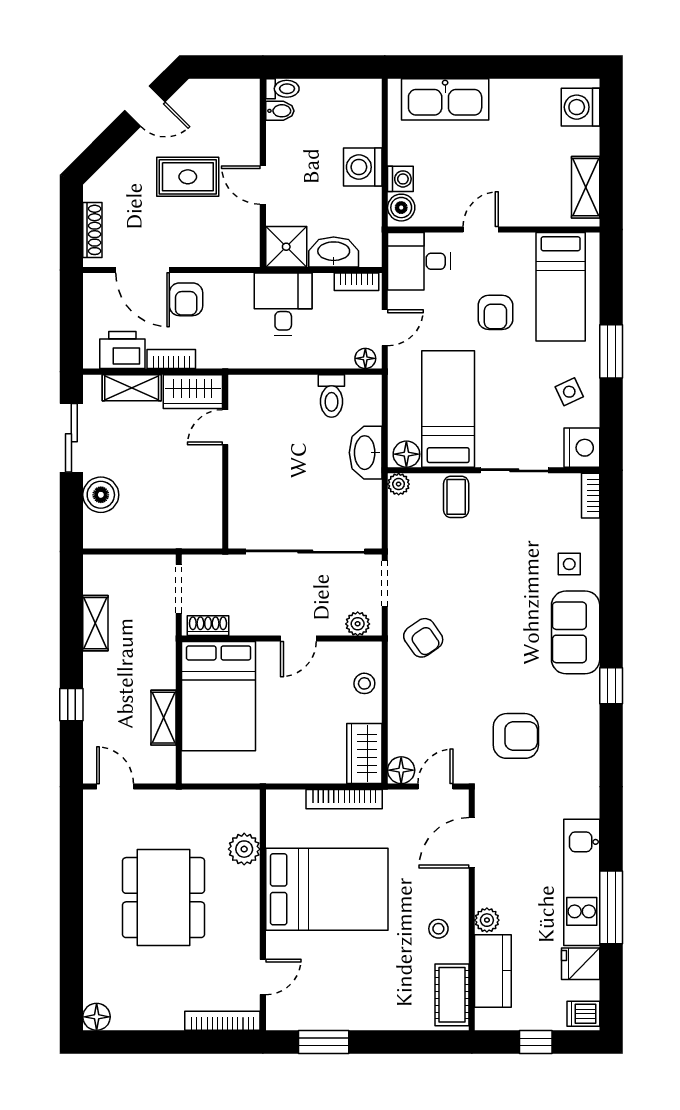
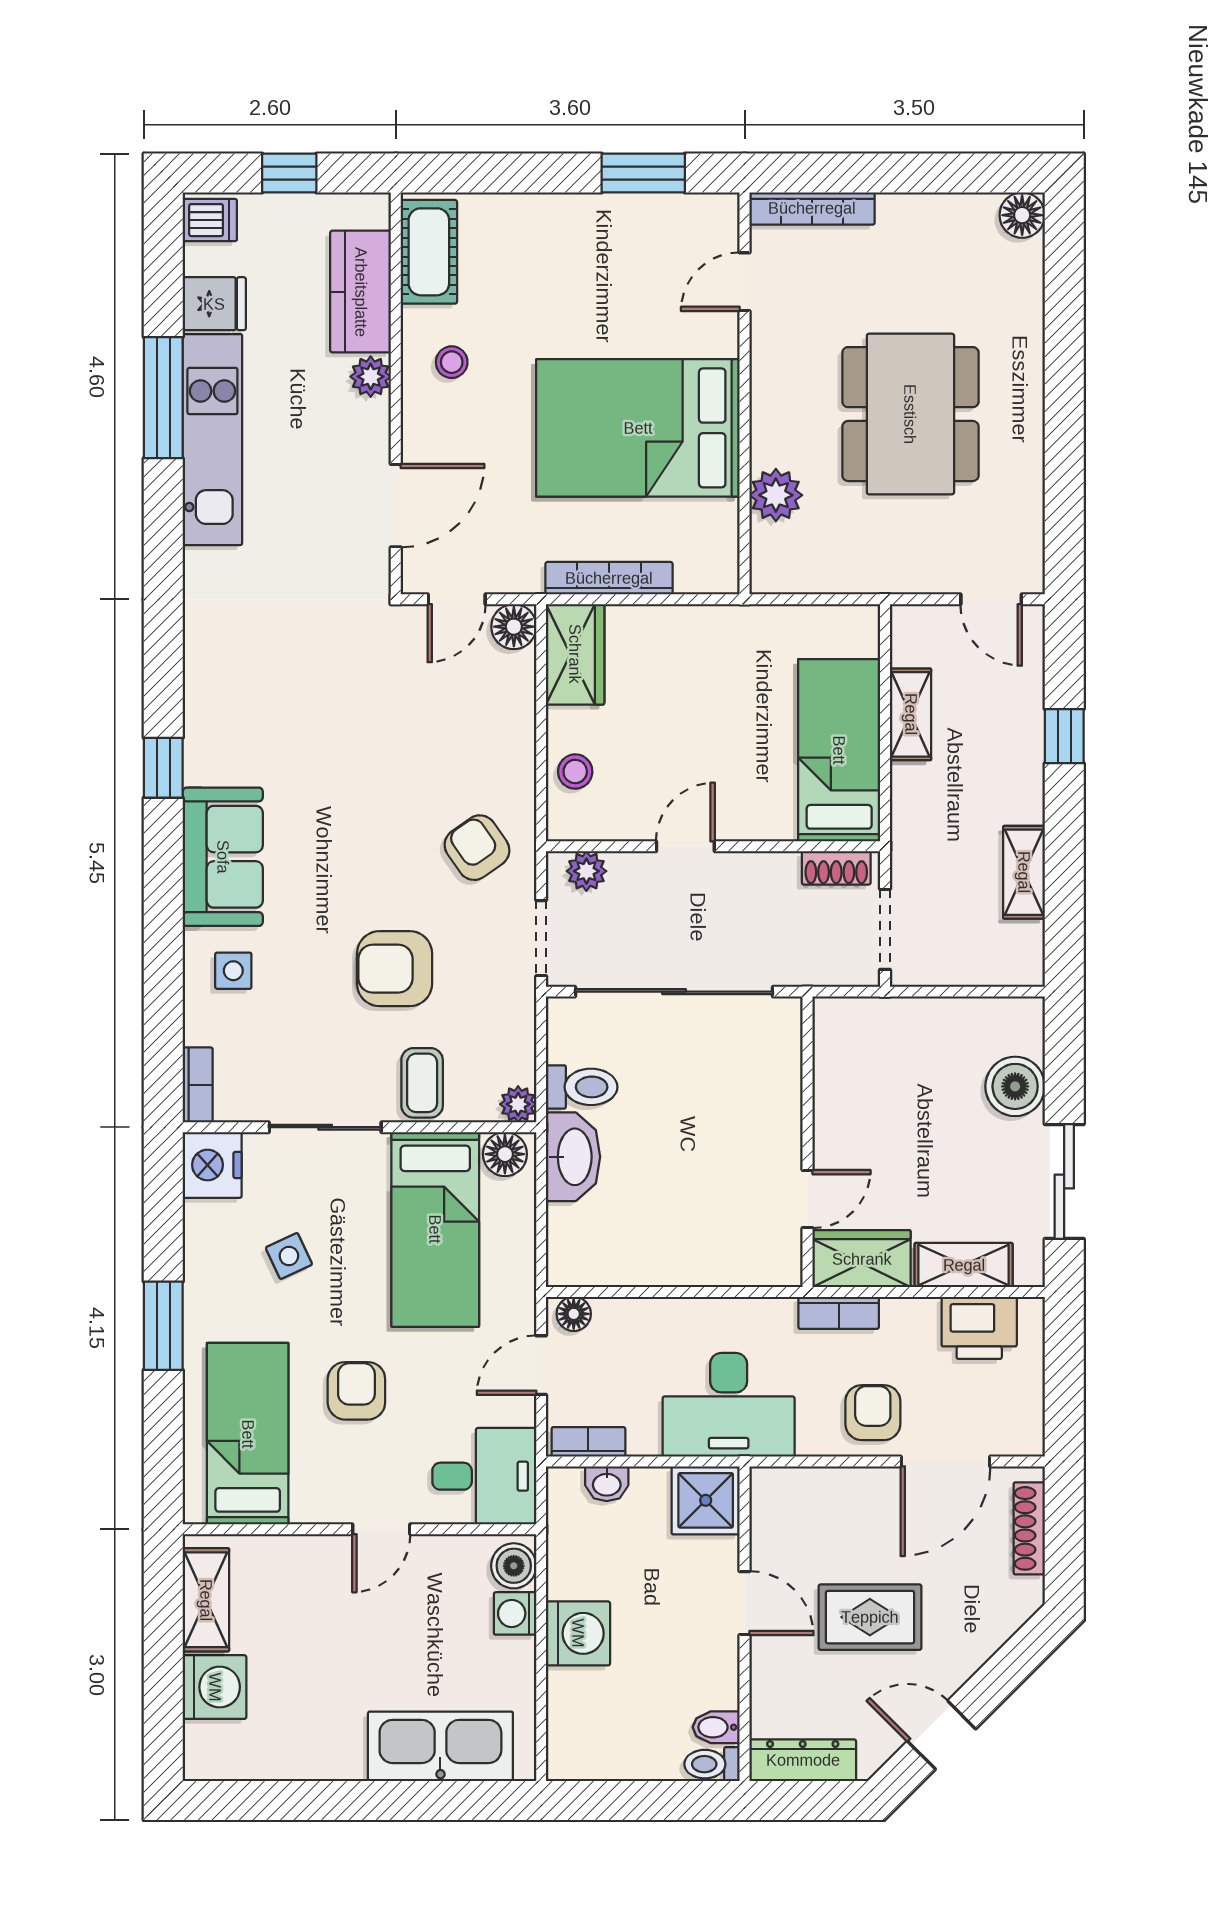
dresser: (228, 91) -> (803, 1760), added
washing machine: (580, 107) -> (215, 1687), moved
washbasin: (334, 252) -> (607, 1484), width x0.52, depth x0.69
door: (143, 270) -> (945, 1461), swing flipped
desk: (283, 304) -> (729, 1405), width x1.37
bookcase: (171, 359) -> (839, 1313), moved
side table: (569, 392) -> (289, 1256), moved
toilet: (331, 396) -> (582, 1087), moved, turned 90
bed: (219, 696) -> (839, 750), width x0.67
armchair: (516, 736) -> (395, 969), moved

